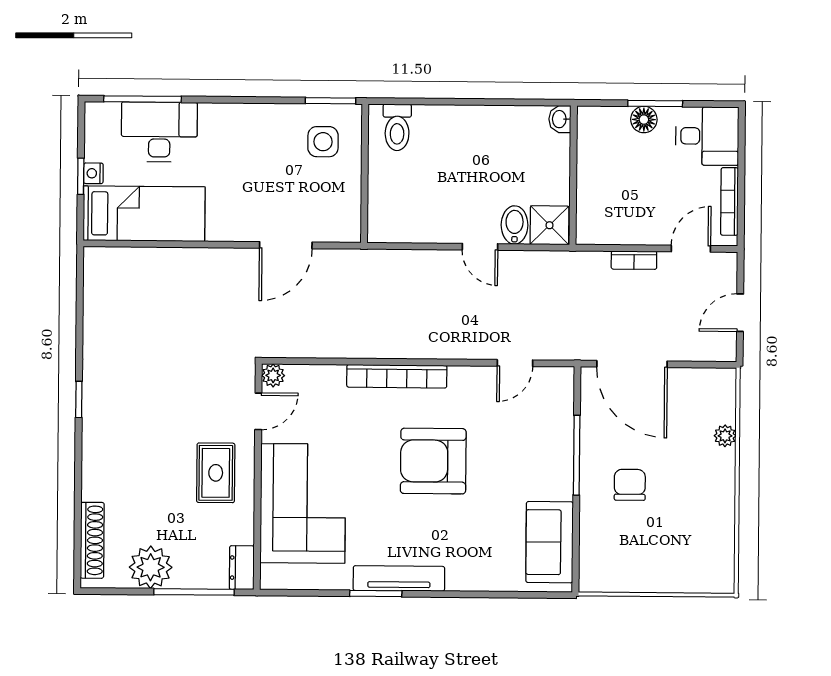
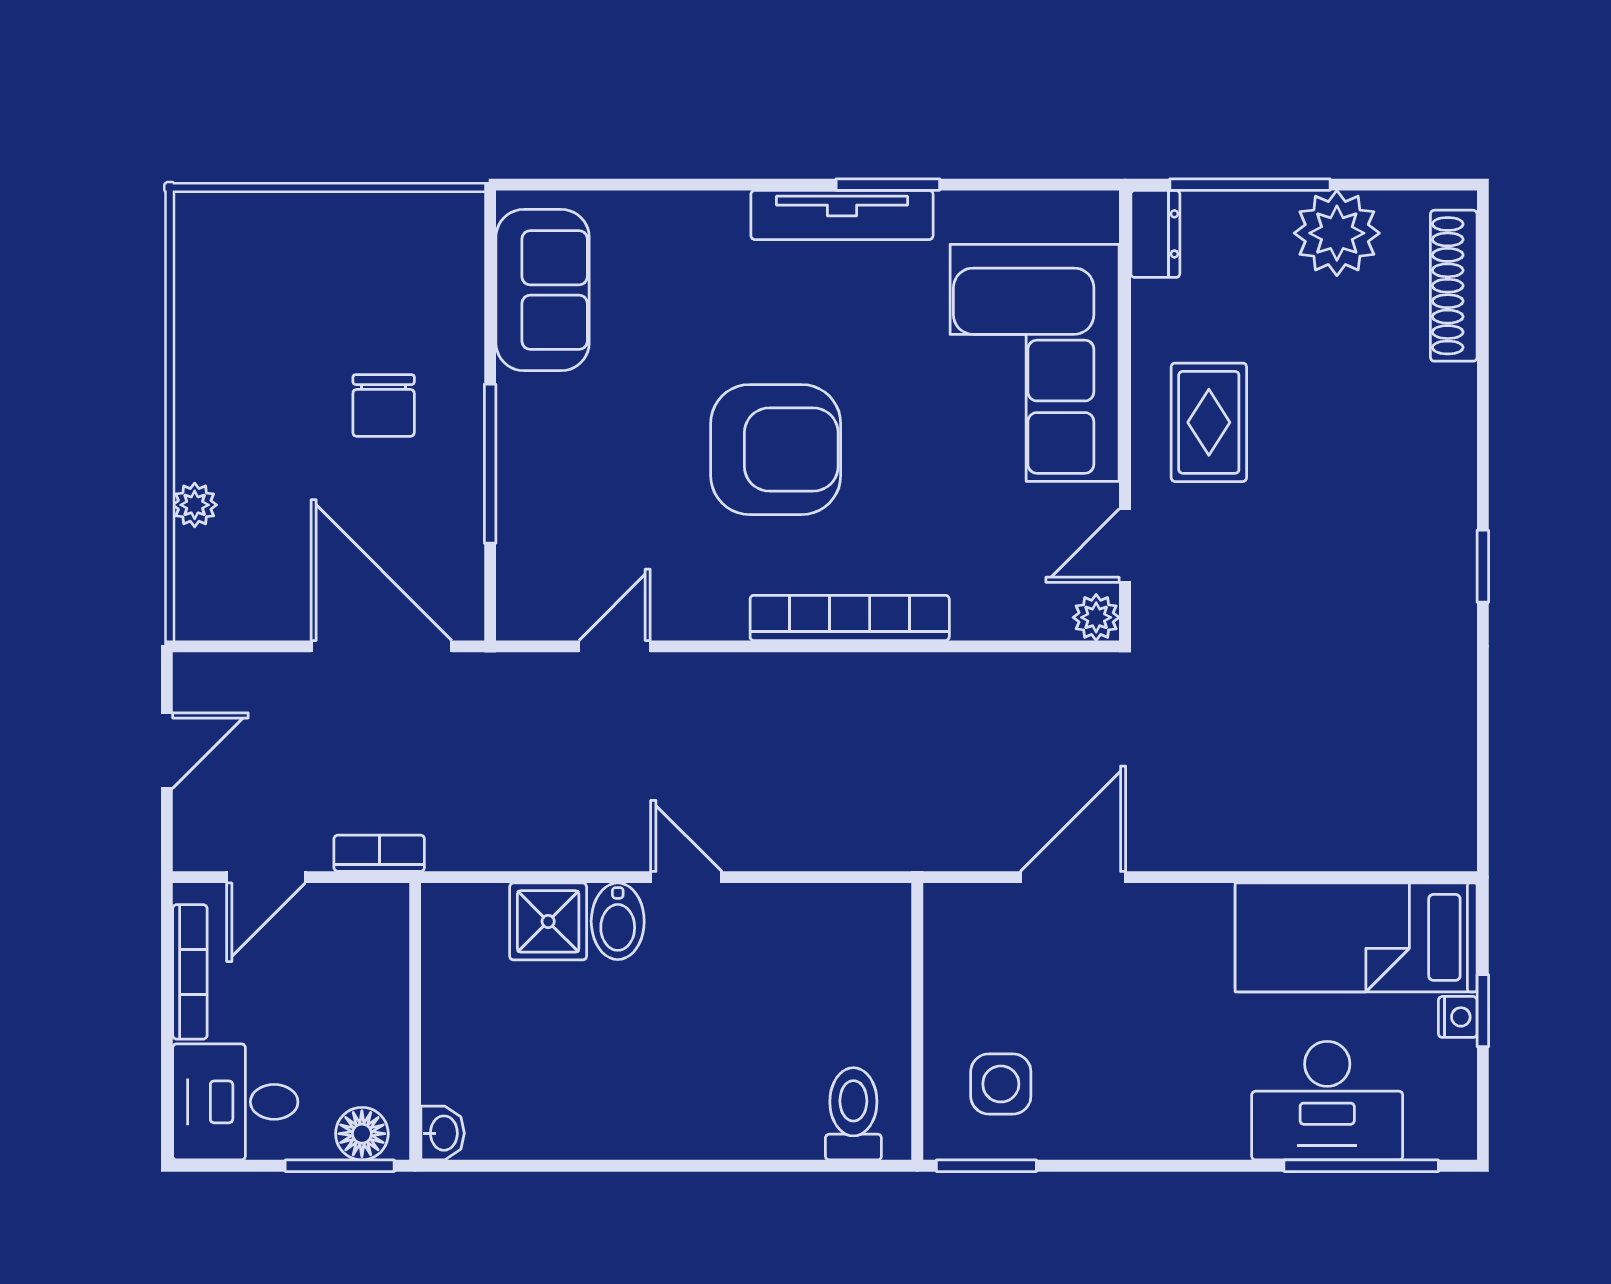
washbasin: (560, 119) -> (443, 1133), moved
wall: (573, 175) -> (415, 1021), moved

